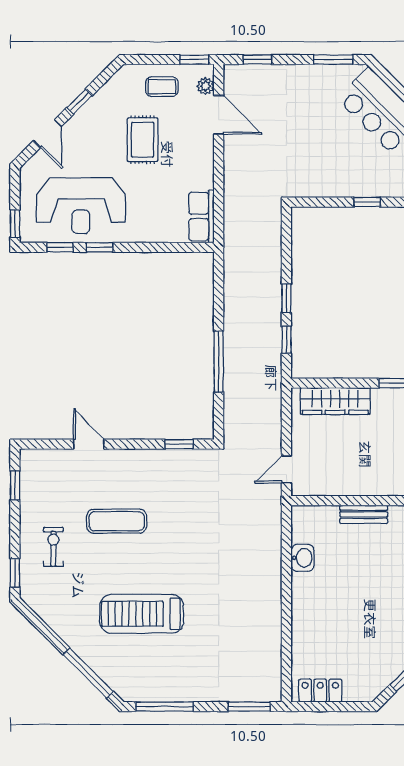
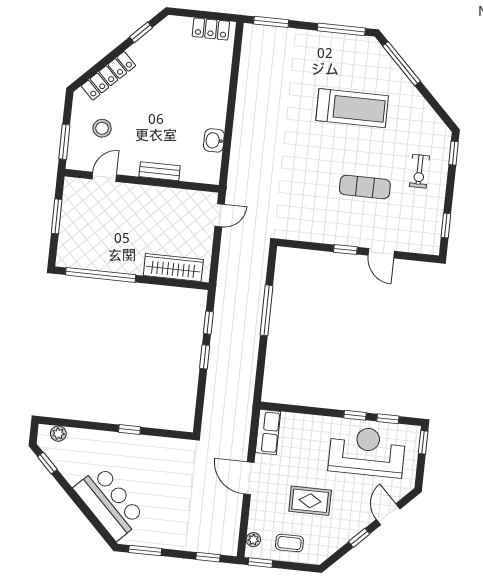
door: (219, 115) -> (249, 478), moved
rug: (143, 140) -> (310, 501), turned 90
window: (179, 444) -> (345, 249), moved

